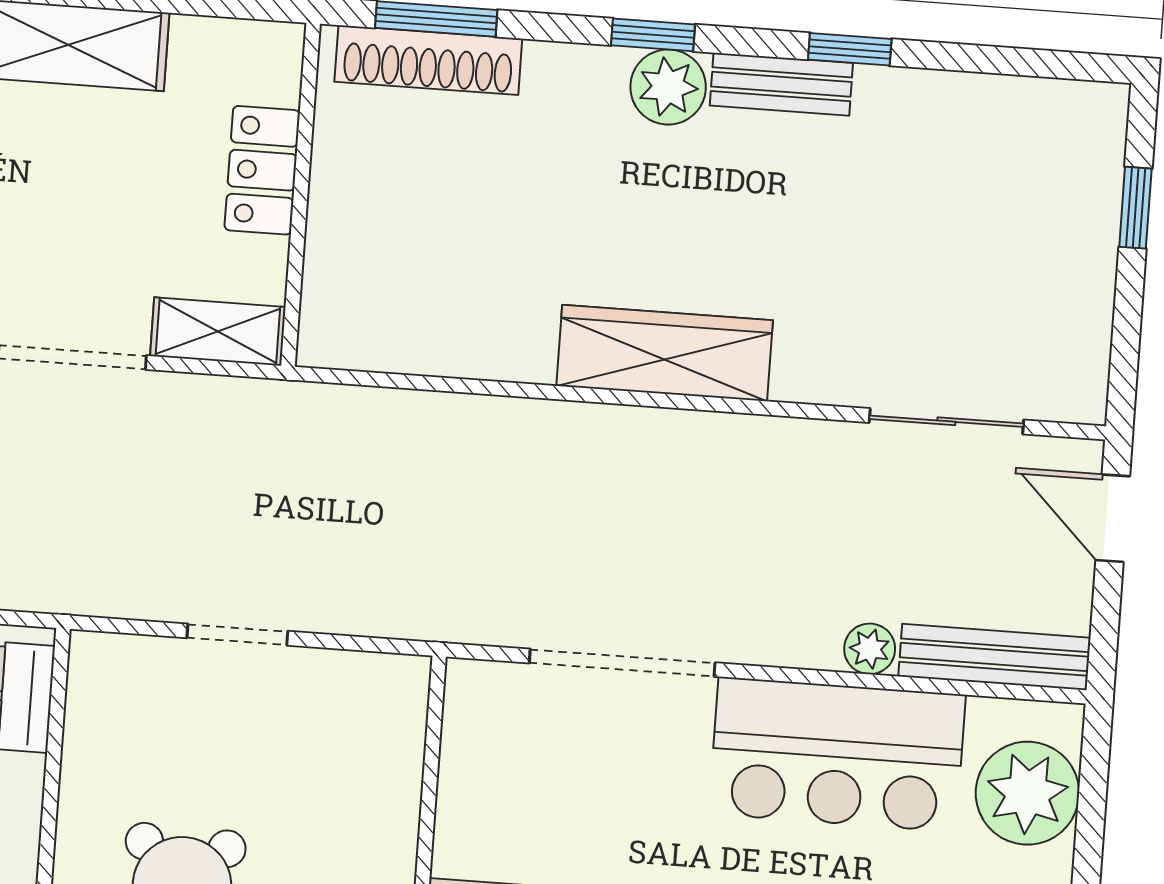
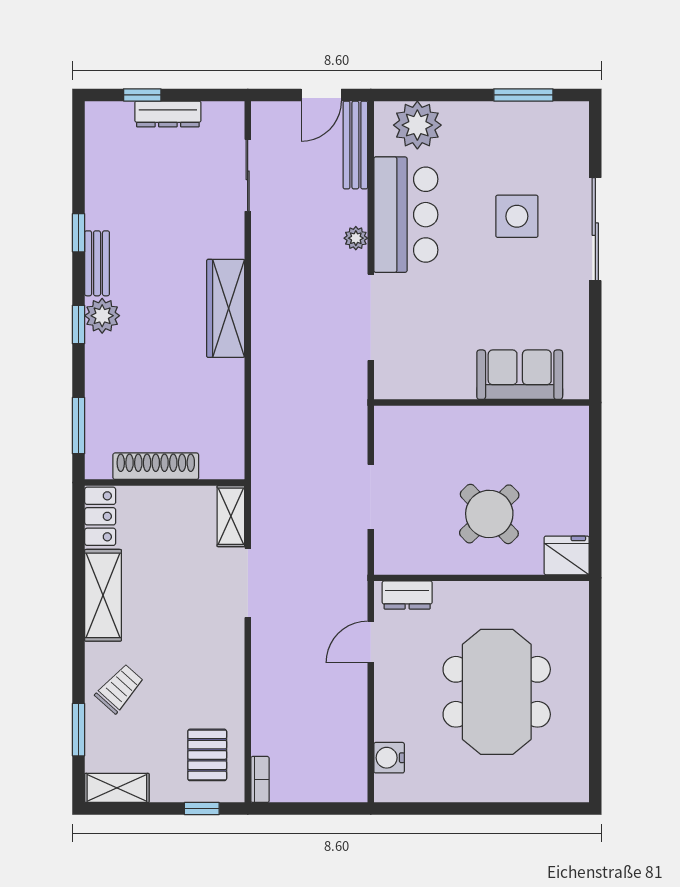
shoe rack: (428, 60) -> (156, 466), moved, turned -90
locker: (262, 170) -> (100, 516), moved, turned -90
dresser: (1091, 260) -> (168, 114), added
door: (1113, 518) -> (321, 95), moved
doorway: (237, 635) -> (371, 497), width x1.38
plant: (870, 649) -> (356, 238), moved

